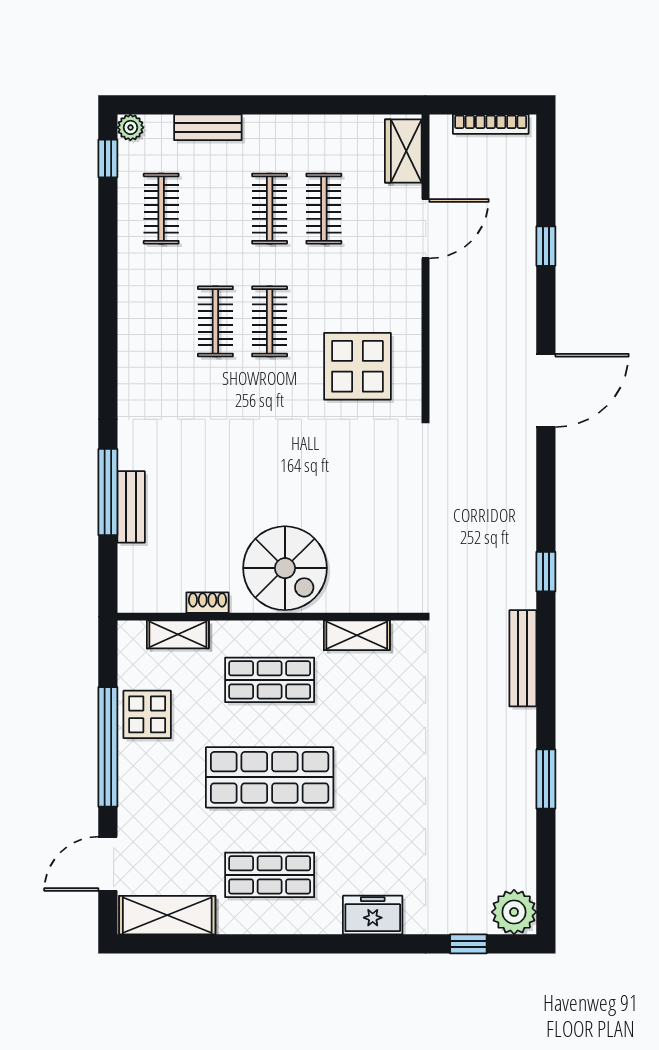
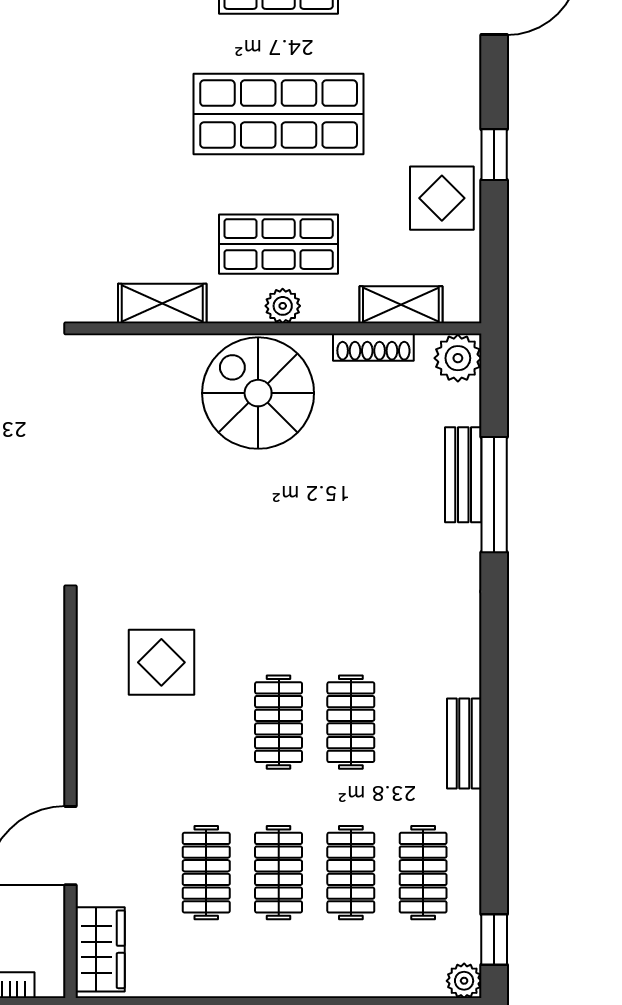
bench: (208, 127) -> (464, 743), moved, turned 90
clothes rail: (215, 209) -> (351, 873), added
display table: (357, 366) -> (161, 662), width x0.73, depth x0.73
plant: (135, 594) -> (458, 358), added
shoe rack: (207, 603) -> (373, 347), width x1.43
plant: (266, 634) -> (283, 306), added
window: (108, 747) -> (494, 155), width x0.32

